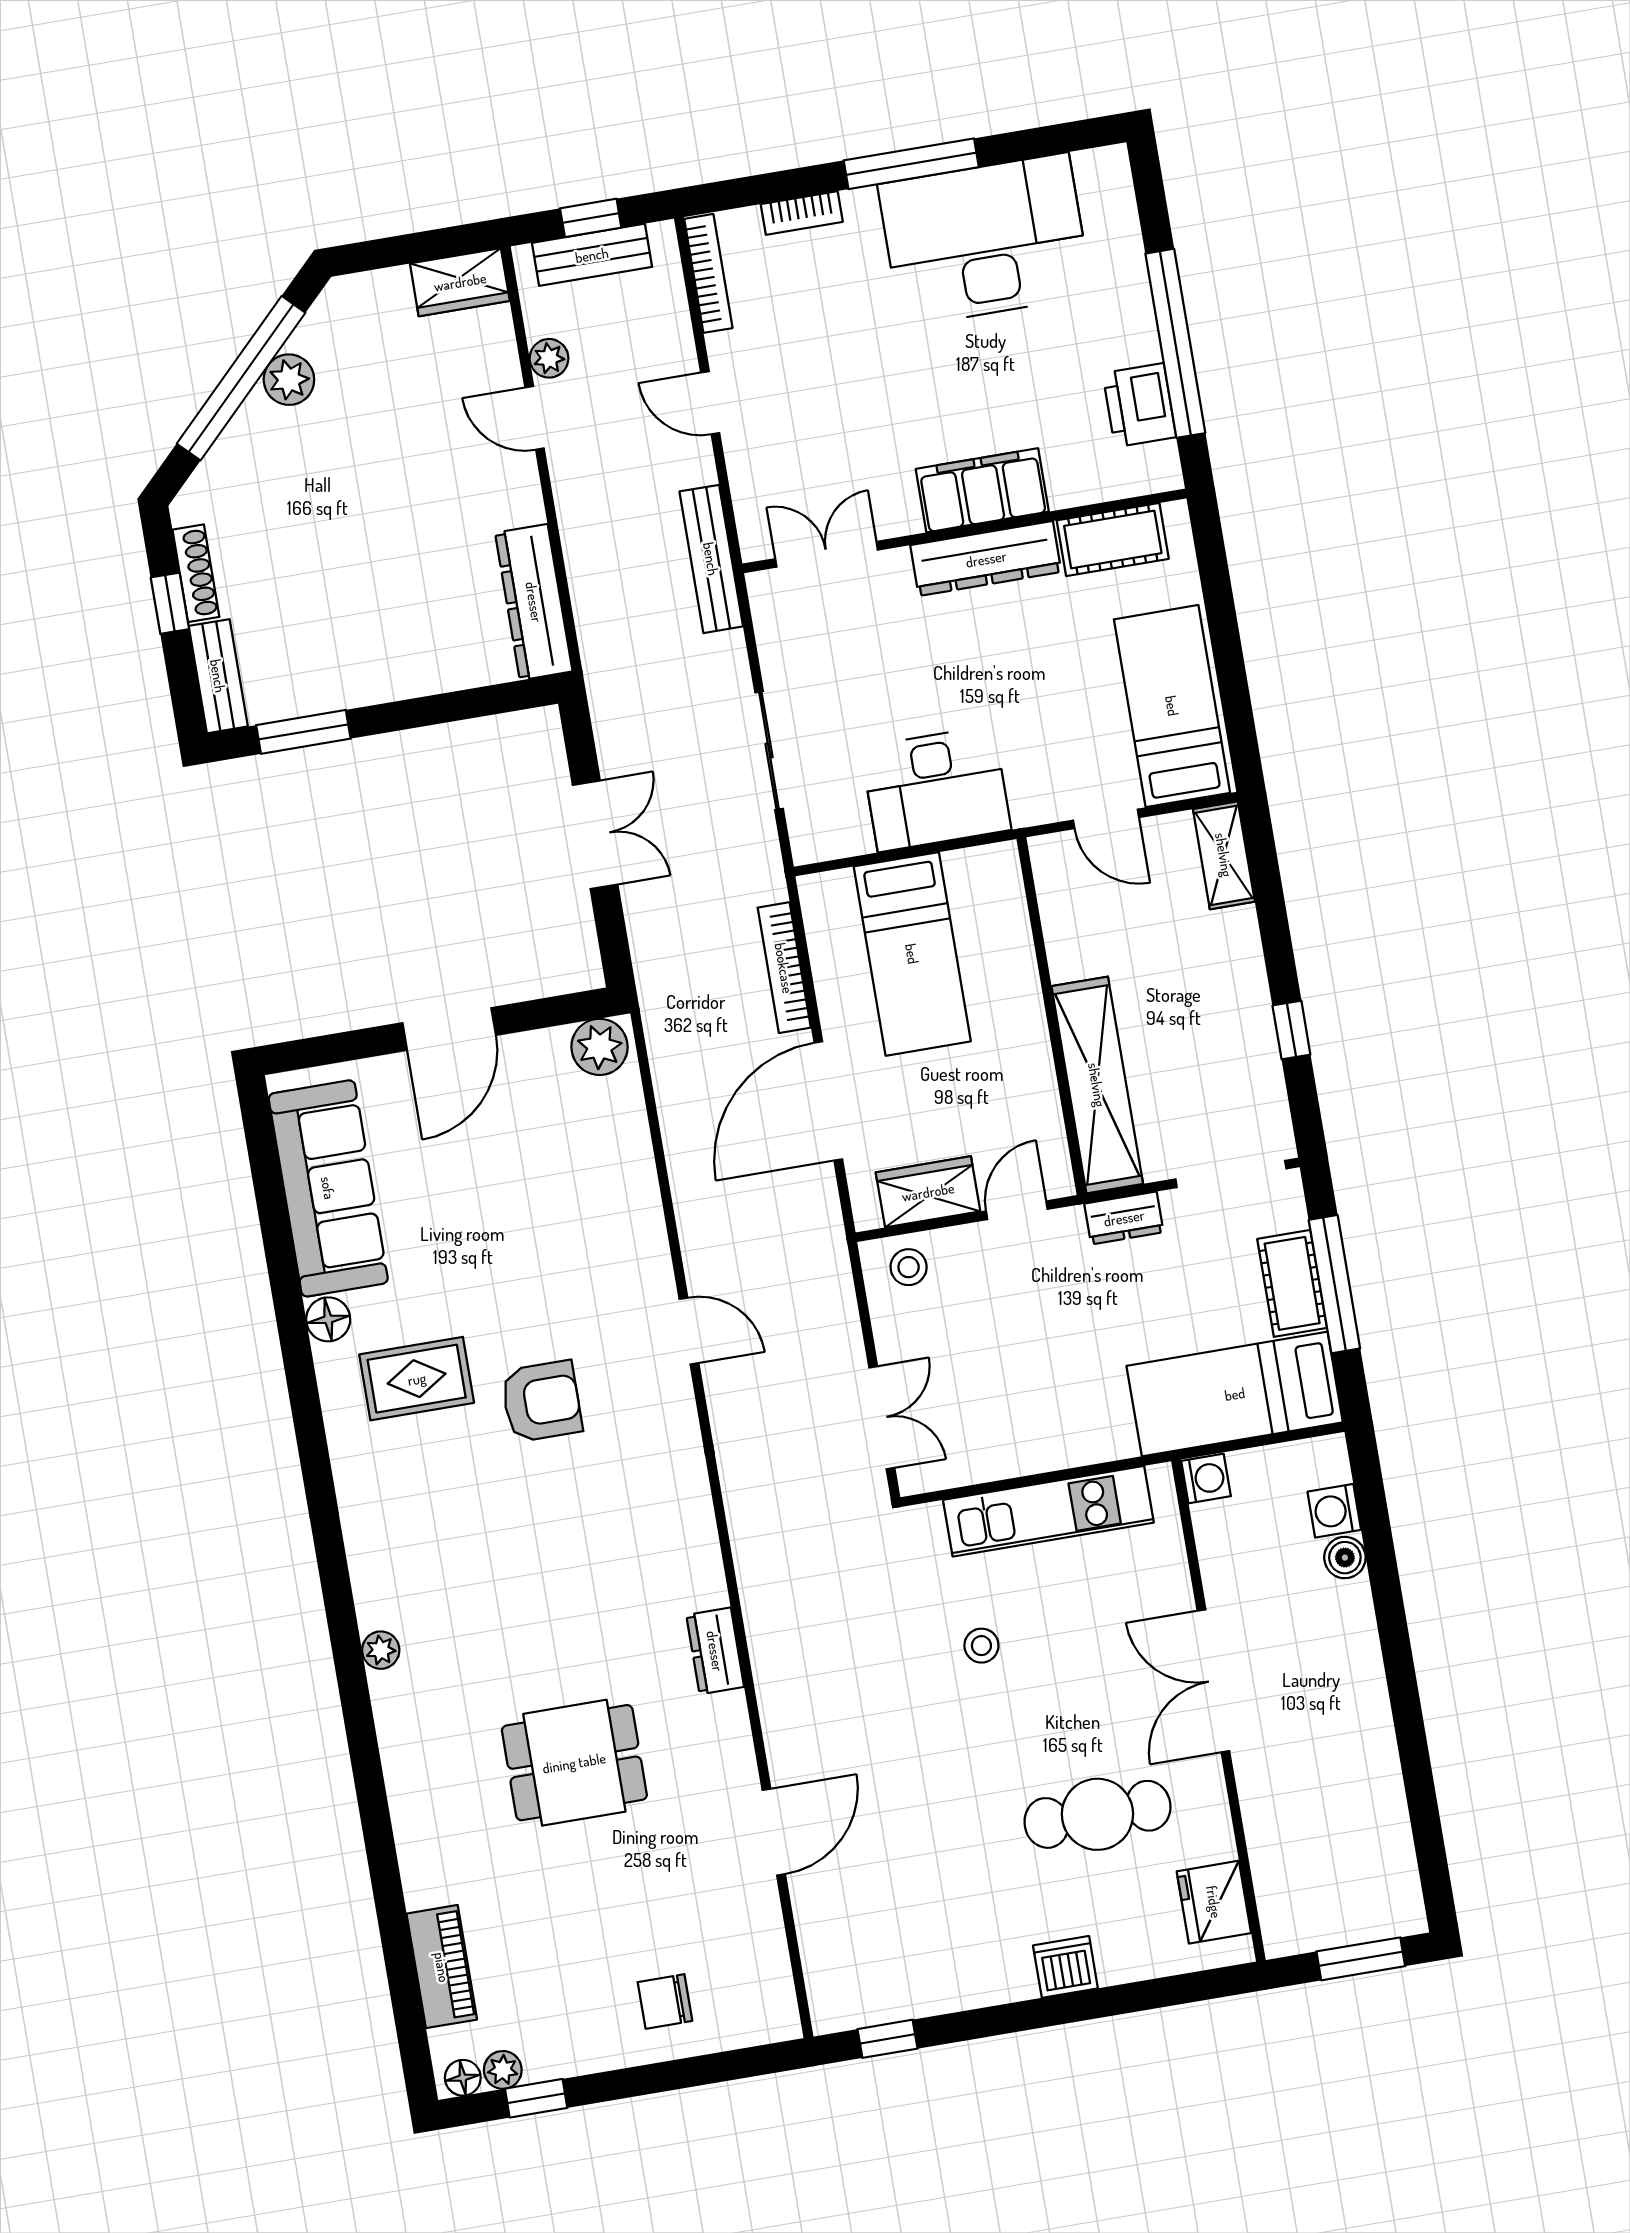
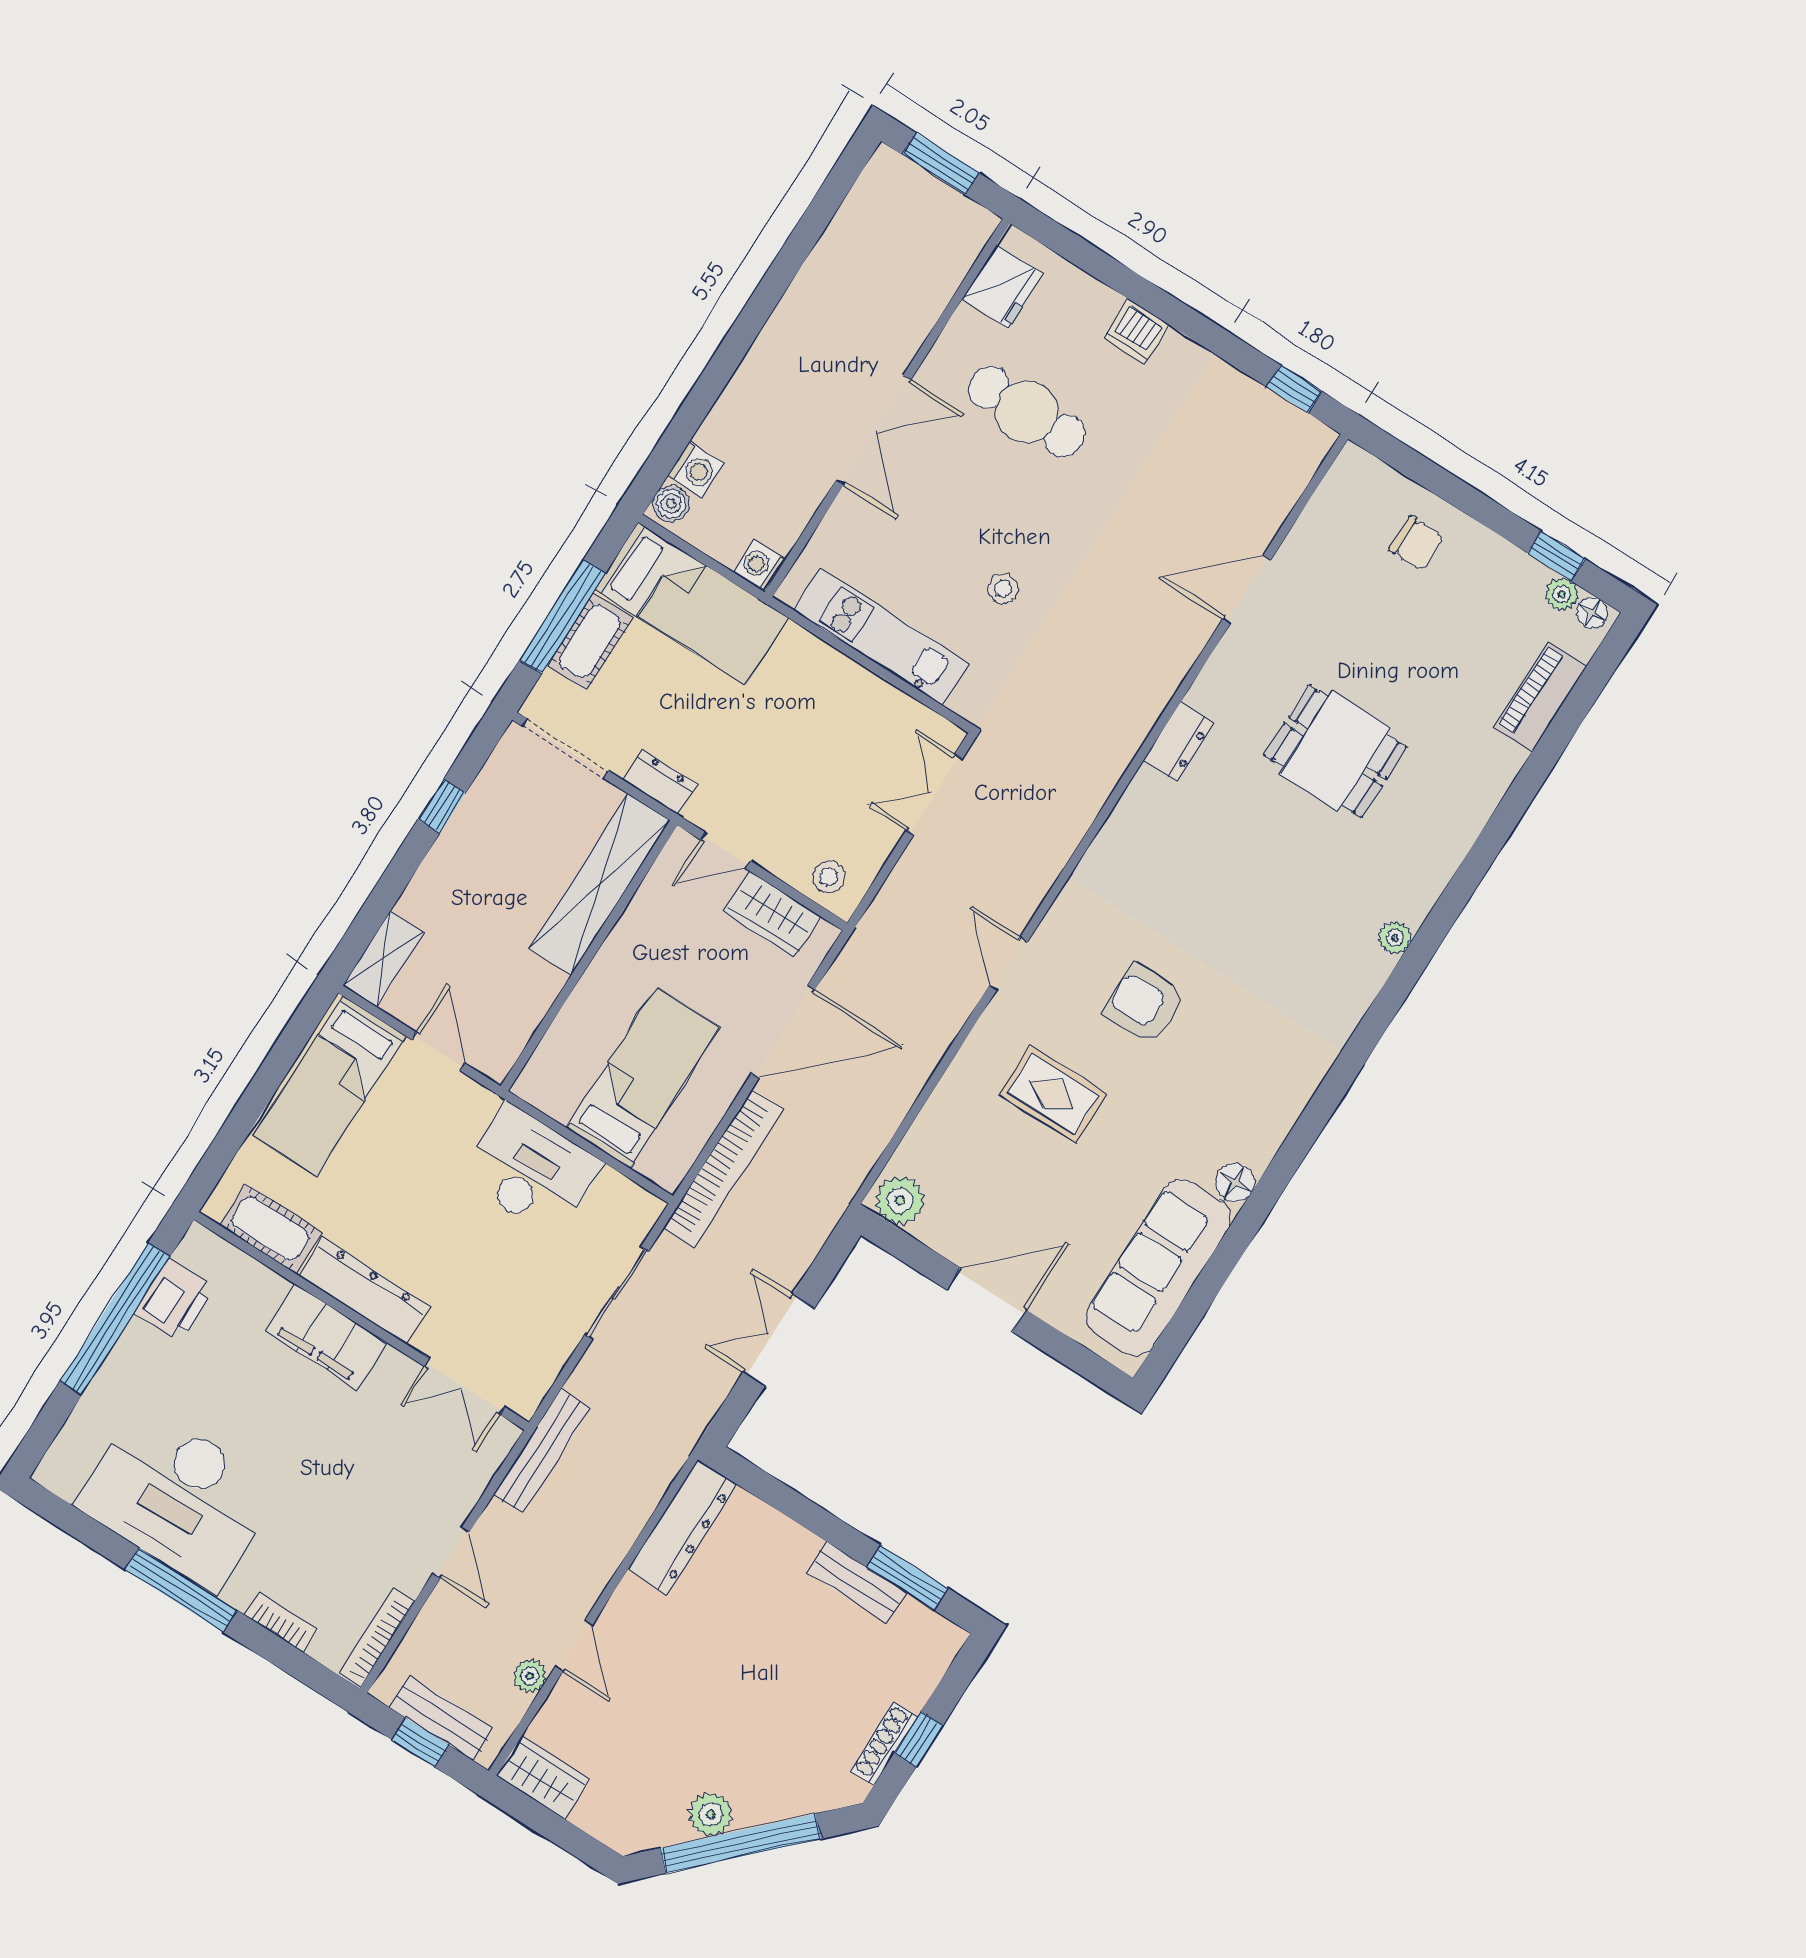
bench: (218, 676) -> (857, 1582), moved, turned 90
bookcase: (784, 968) -> (723, 1168), width x1.48, depth x1.31
rug: (417, 1379) -> (1053, 1094), moved
boiler: (1345, 1558) -> (671, 504), moved

